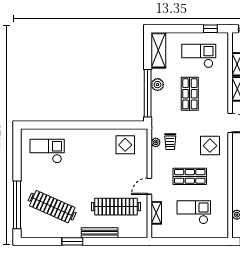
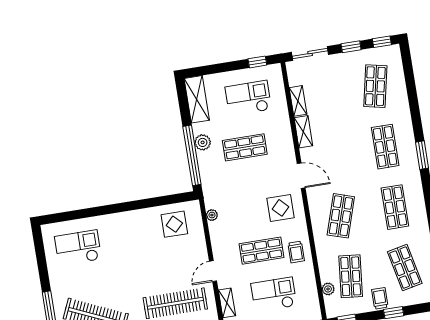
shop shelf: (190, 94) -> (245, 147), turned 90
trolley: (170, 142) -> (296, 252), moved

